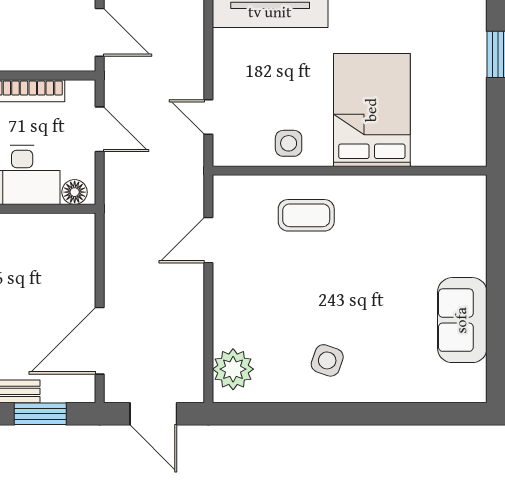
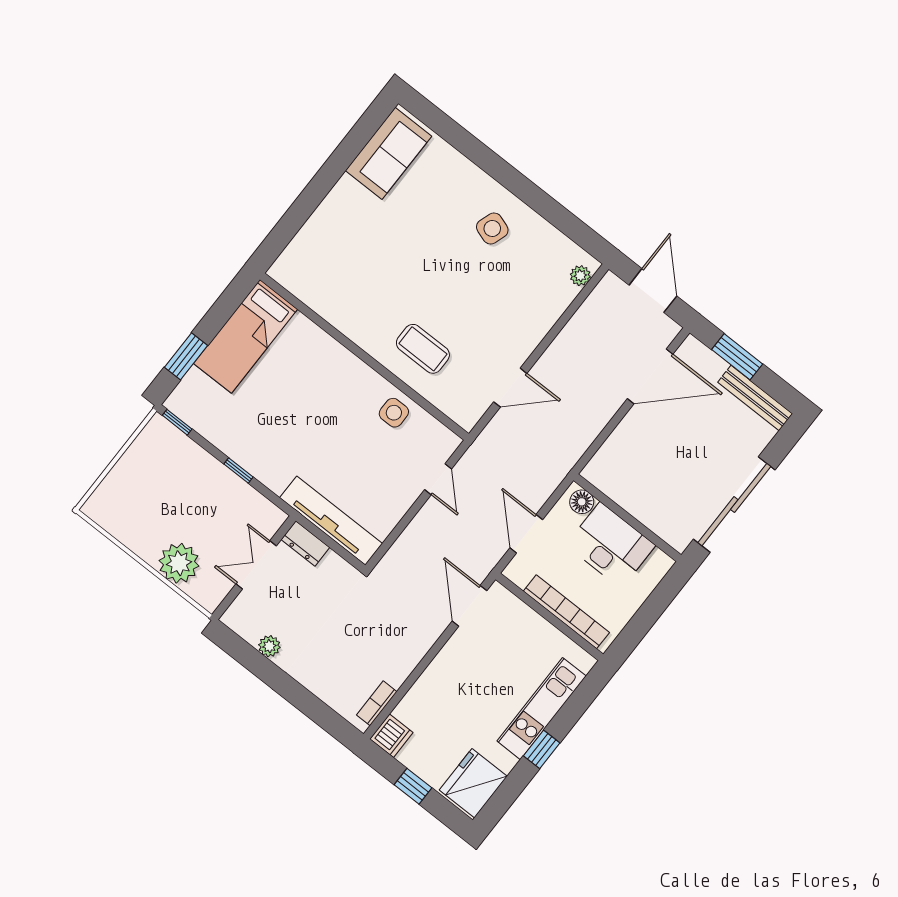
bed: (372, 110) -> (246, 336), moved, width x0.67
sofa: (462, 320) -> (389, 153), moved
plant: (233, 369) -> (580, 276), width x0.53, depth x0.53

